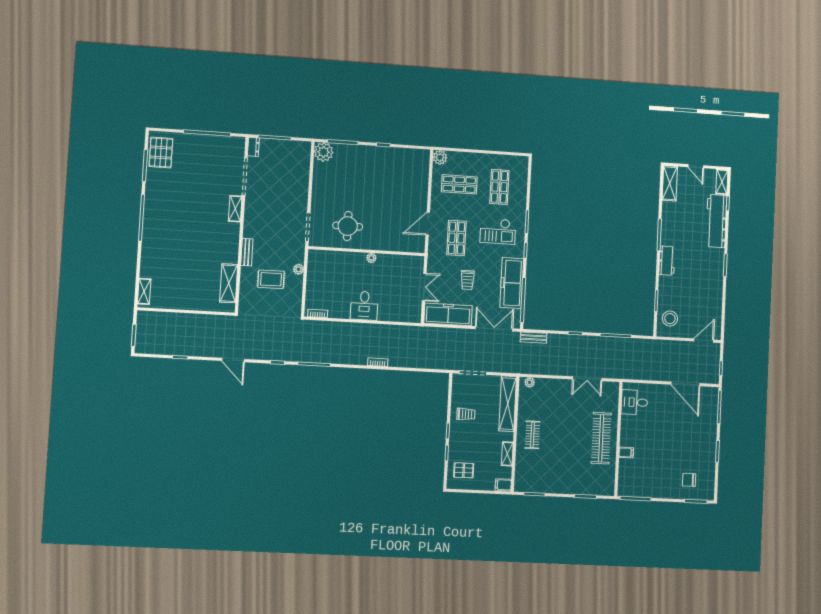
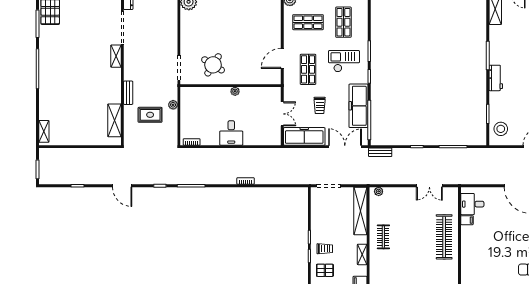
round table: (348, 226) -> (213, 65), turned 32
checkout: (498, 231) -> (344, 61), turned 180
trolley: (466, 414) -> (325, 249), moved
filing cabinet: (626, 452) -> (467, 220), moved

